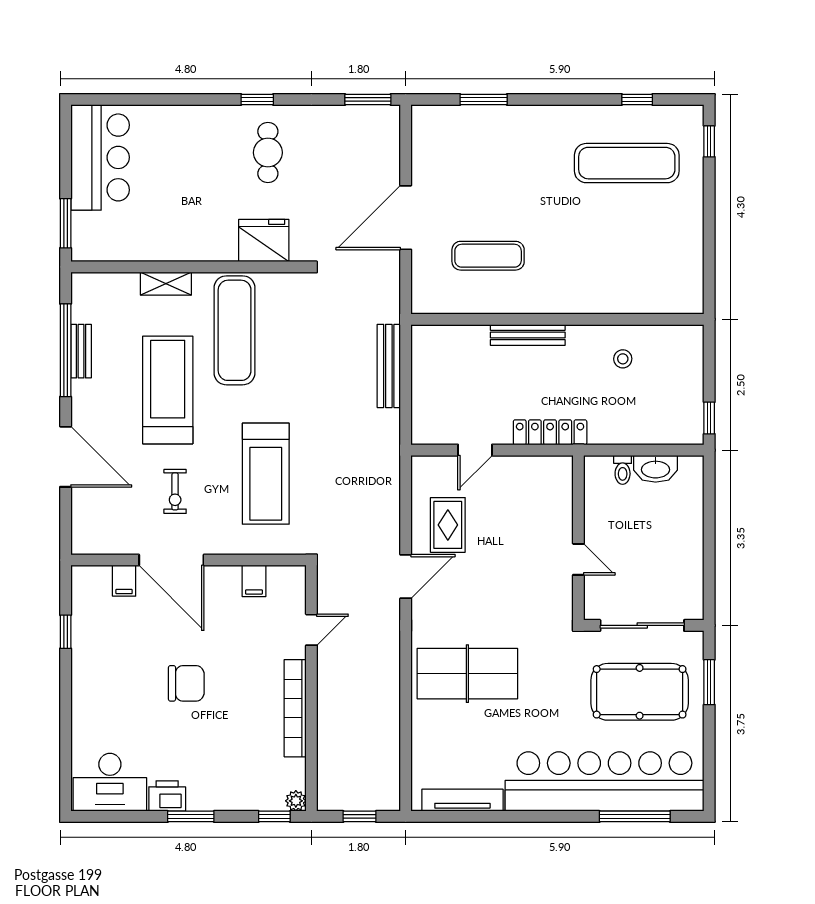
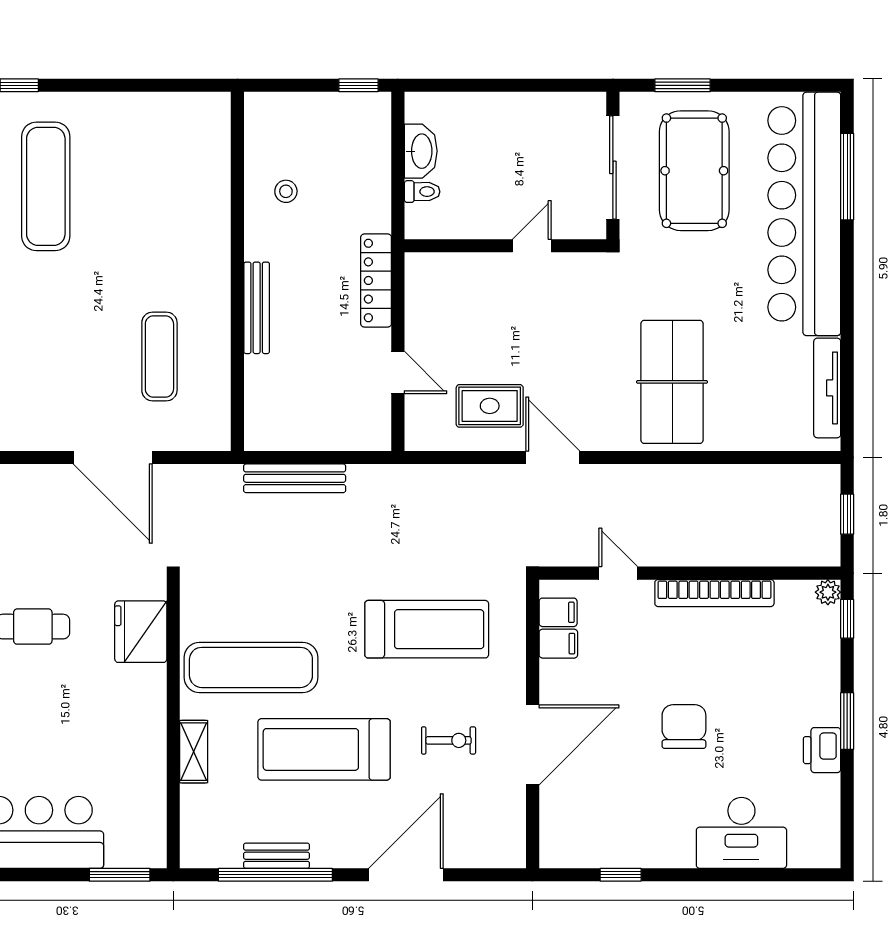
filing cabinet: (124, 581) -> (558, 612), moved
desk: (110, 782) -> (741, 833), moved, turned 90

